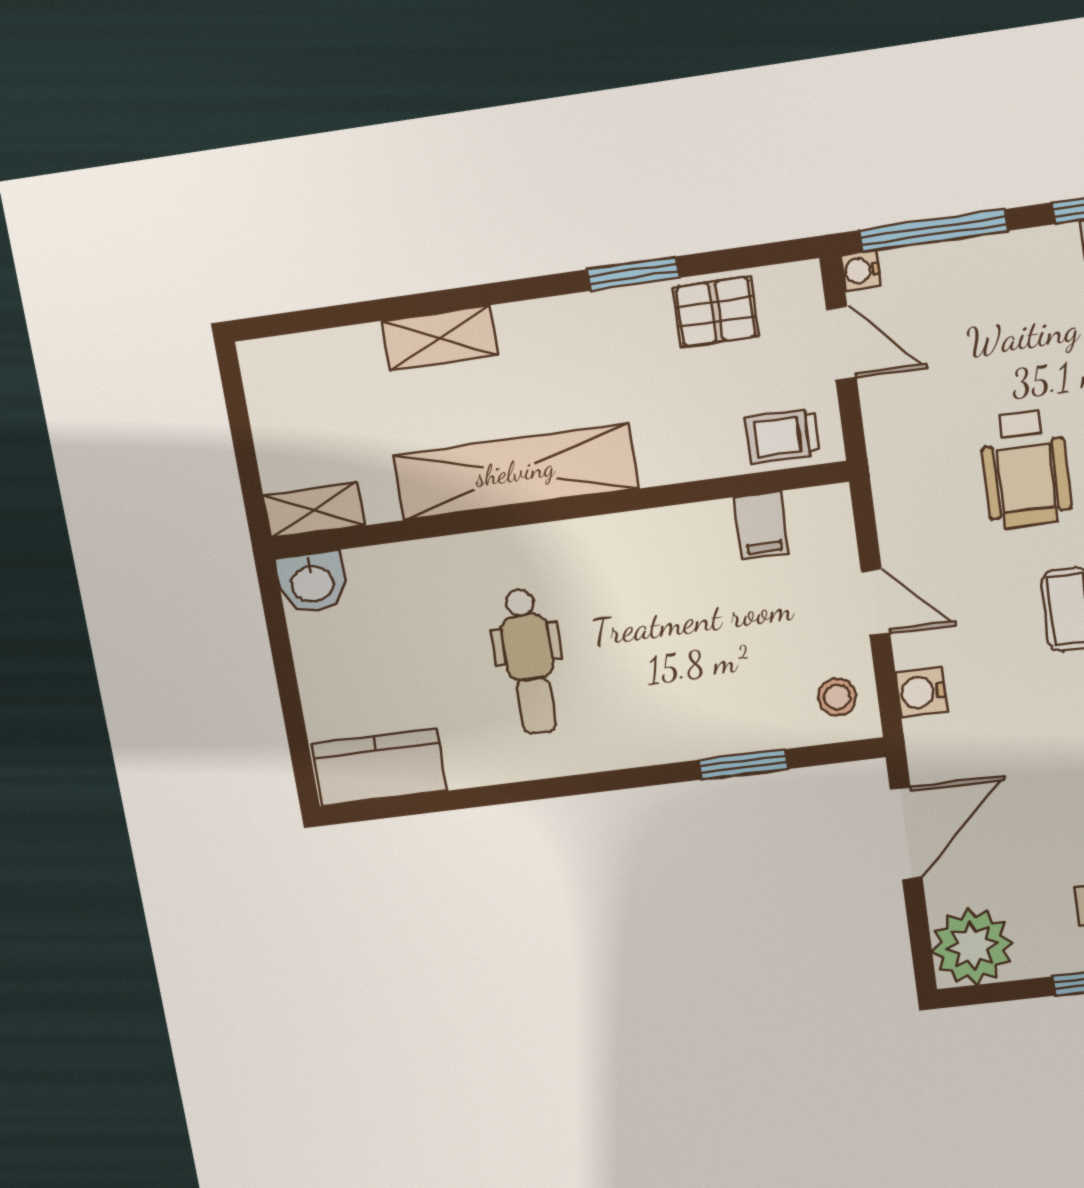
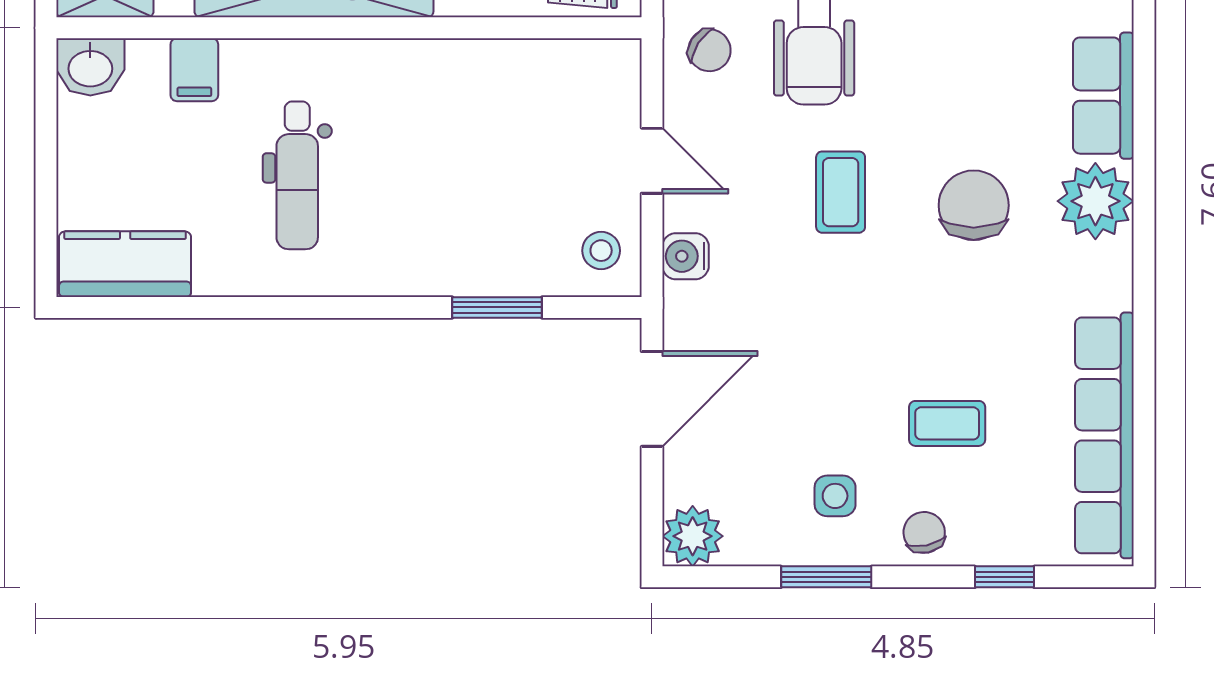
chair: (919, 485) -> (709, 50), added
filing cabinet: (761, 525) -> (194, 70), moved
plant: (972, 946) -> (693, 536), width x0.73, depth x0.73

